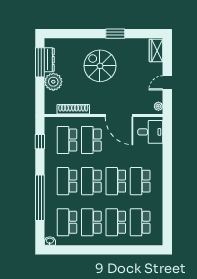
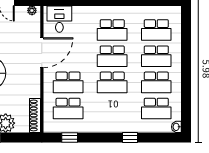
shoe rack: (73, 109) -> (35, 115), moved
school desk: (67, 181) -> (112, 109), removed
window: (40, 198) -> (130, 138), width x0.32

